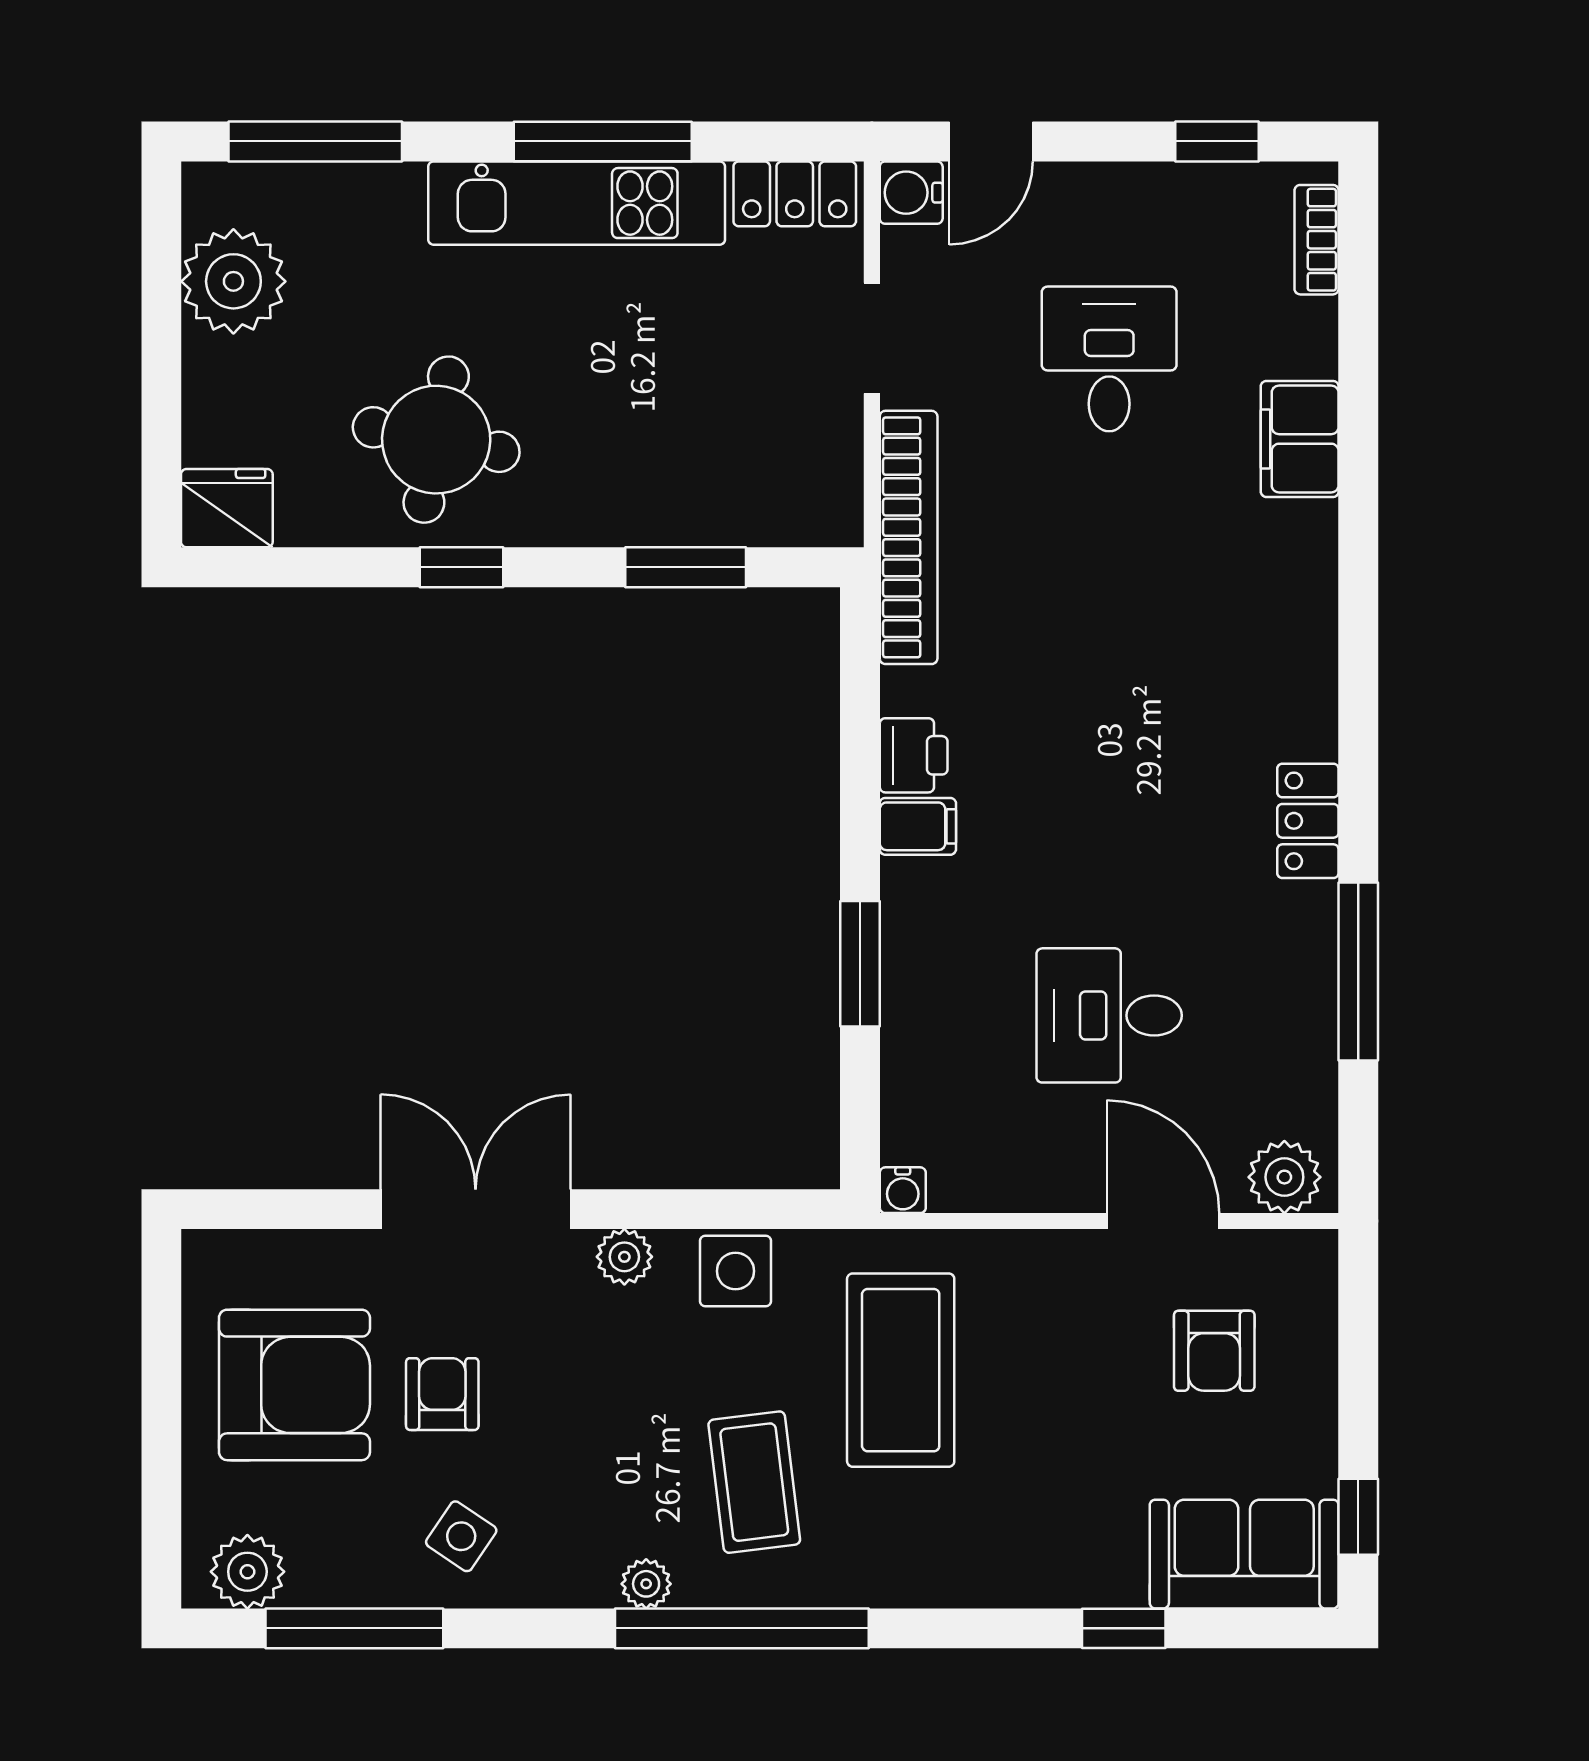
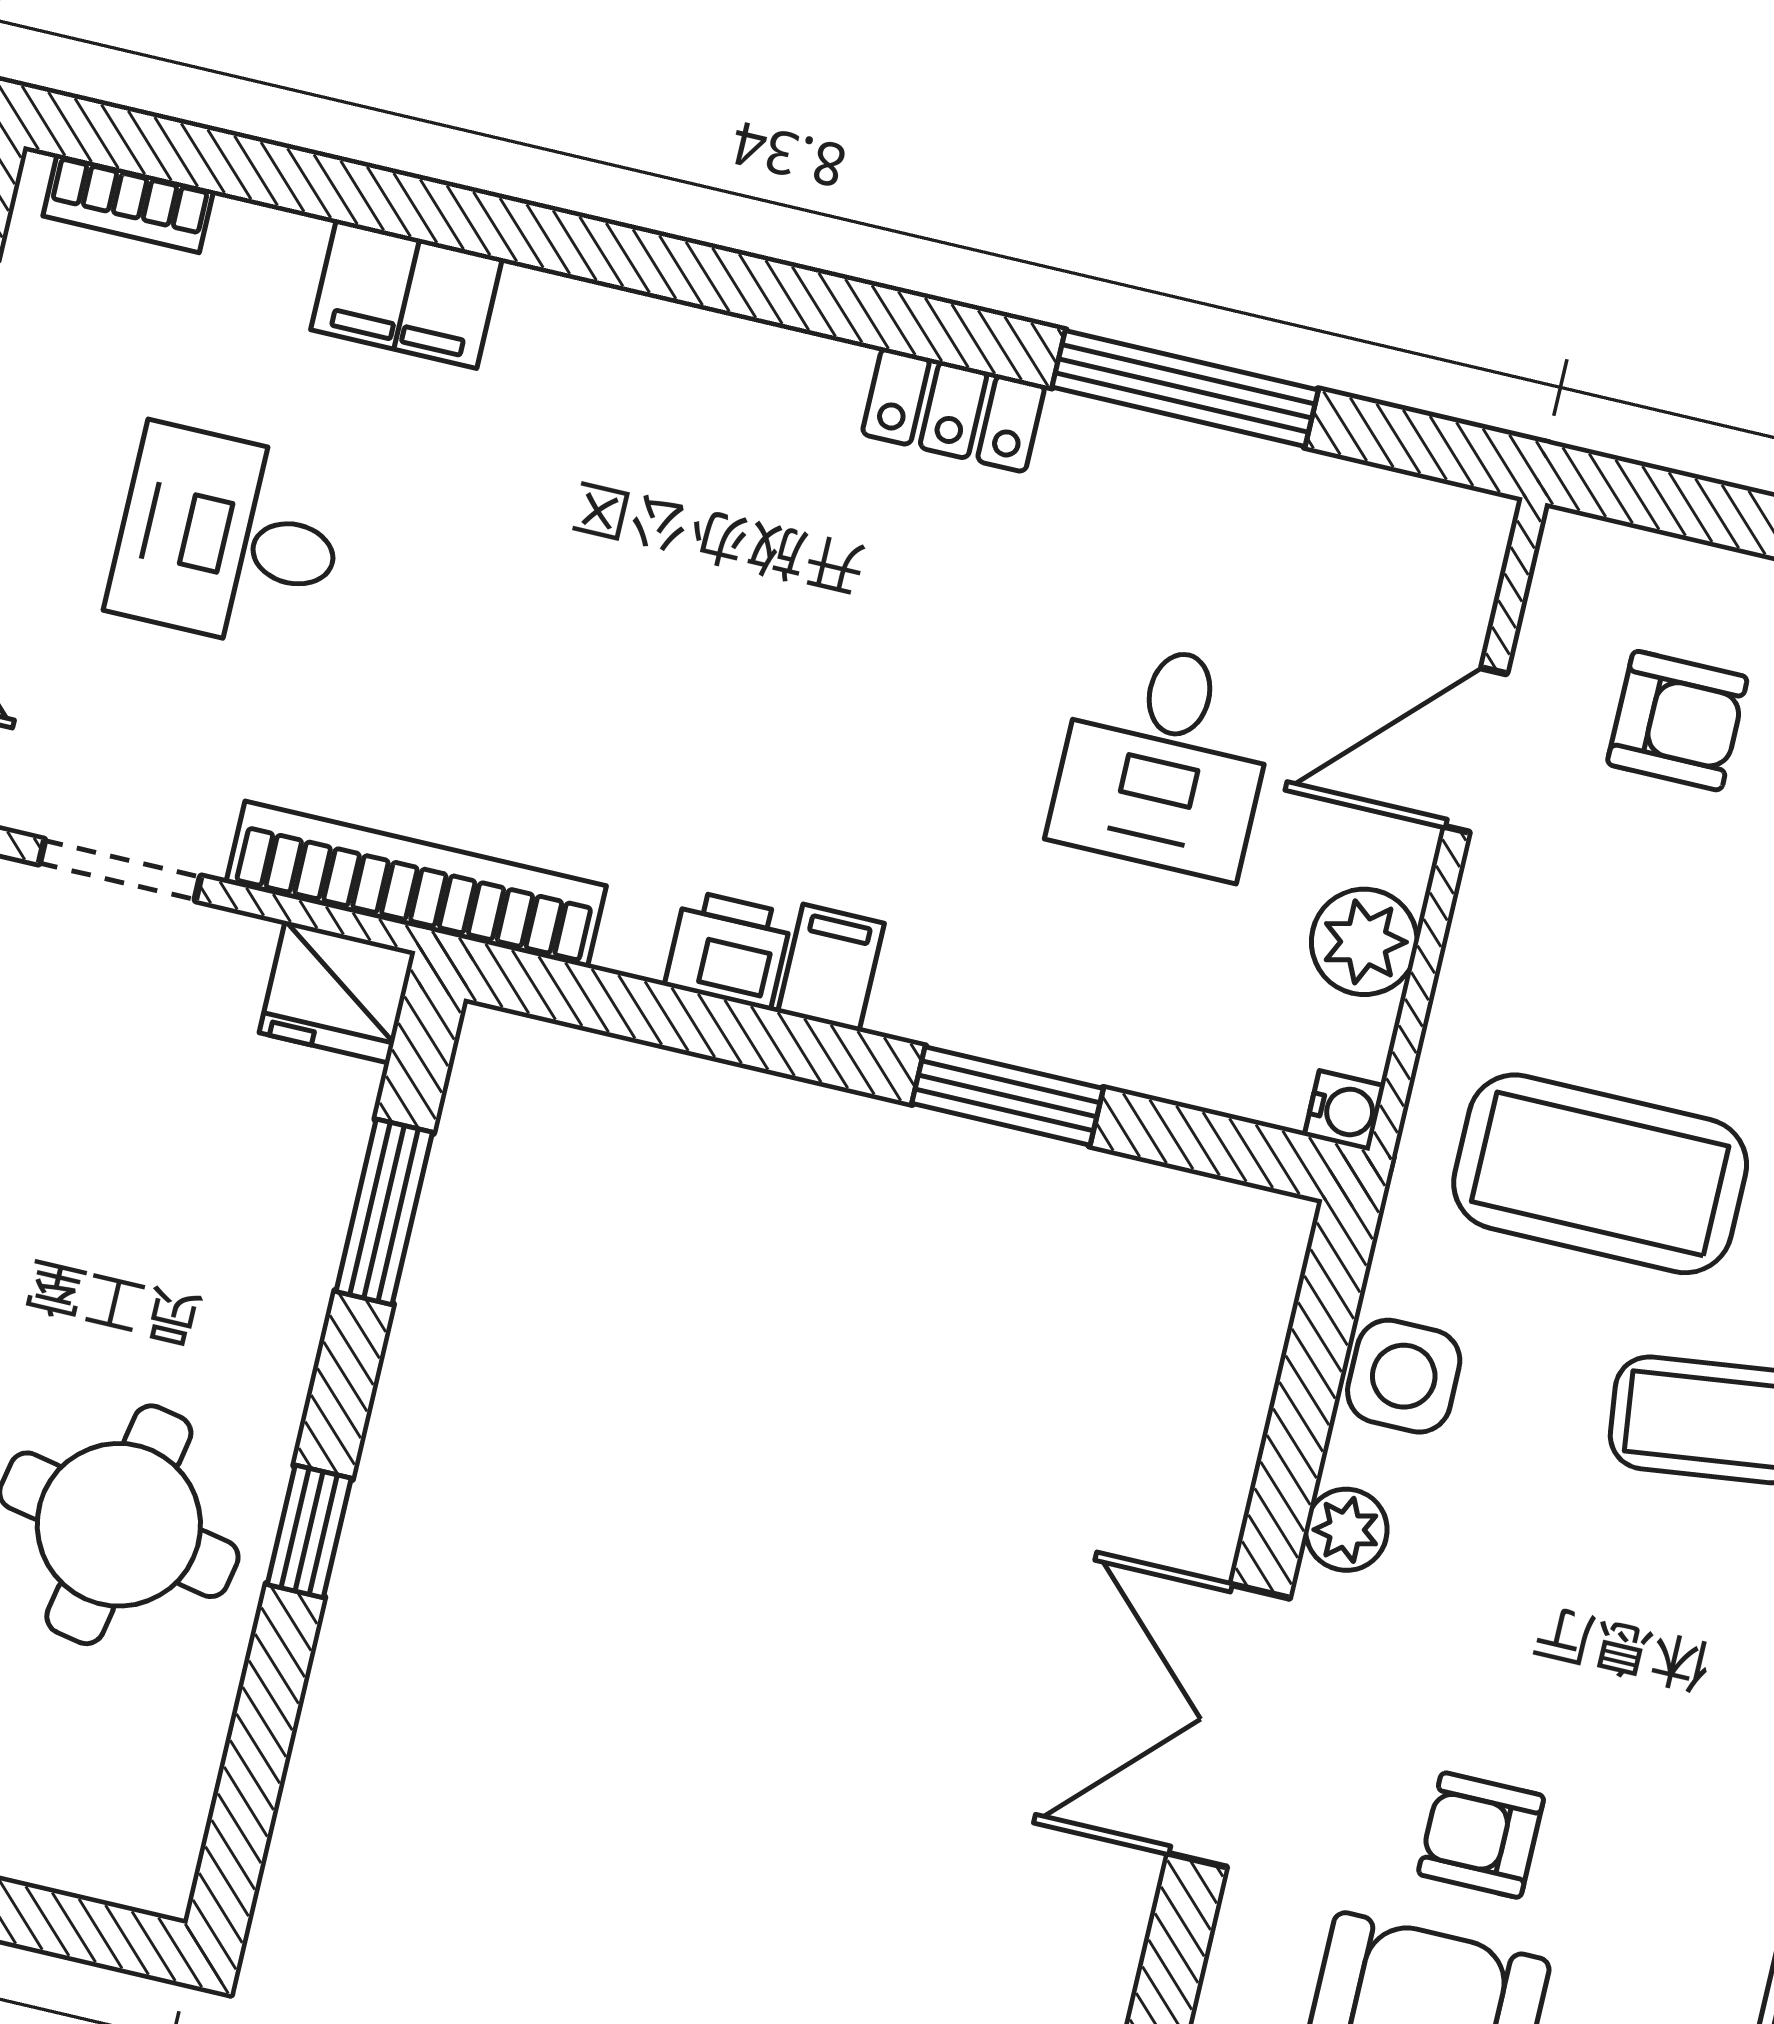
fridge: (227, 508) -> (337, 992), moved, turned -90
plant: (1284, 1177) -> (1364, 942), moved
side table: (461, 1536) -> (1690, 1856), removed

